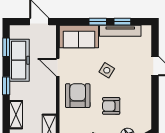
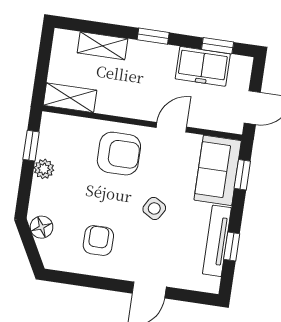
window: (98, 22) -> (242, 175), moved
freezer: (19, 60) -> (203, 66), width x0.71
armchair: (111, 106) -> (98, 240), moved

